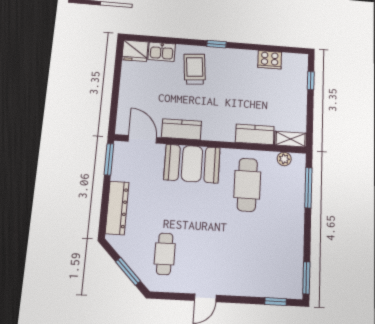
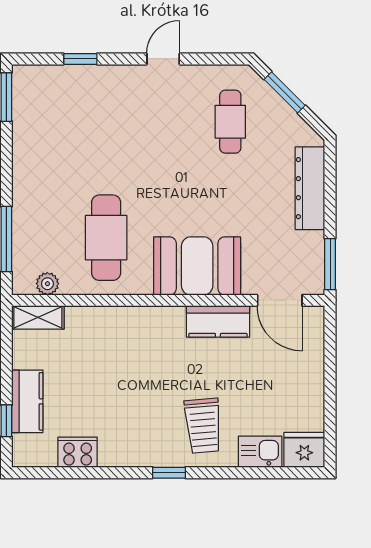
kitchen counter: (255, 134) -> (27, 401), moved, turned -90
window: (276, 302) -> (80, 59), moved

